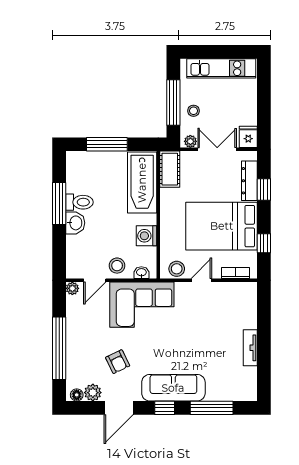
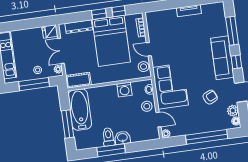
bathtub: (142, 183) -> (80, 110), moved, turned -90
window: (264, 190) -> (99, 14), moved

